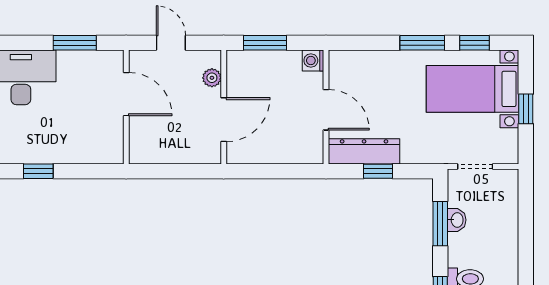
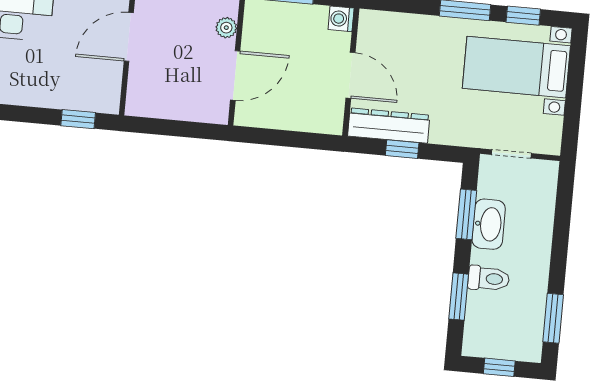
door: (126, 94) -> (129, 37), swing flipped
window: (526, 109) -> (574, 95), removed
window: (38, 171) -> (78, 119), moved
washbasin: (457, 220) -> (489, 224), width x1.91, depth x1.45

